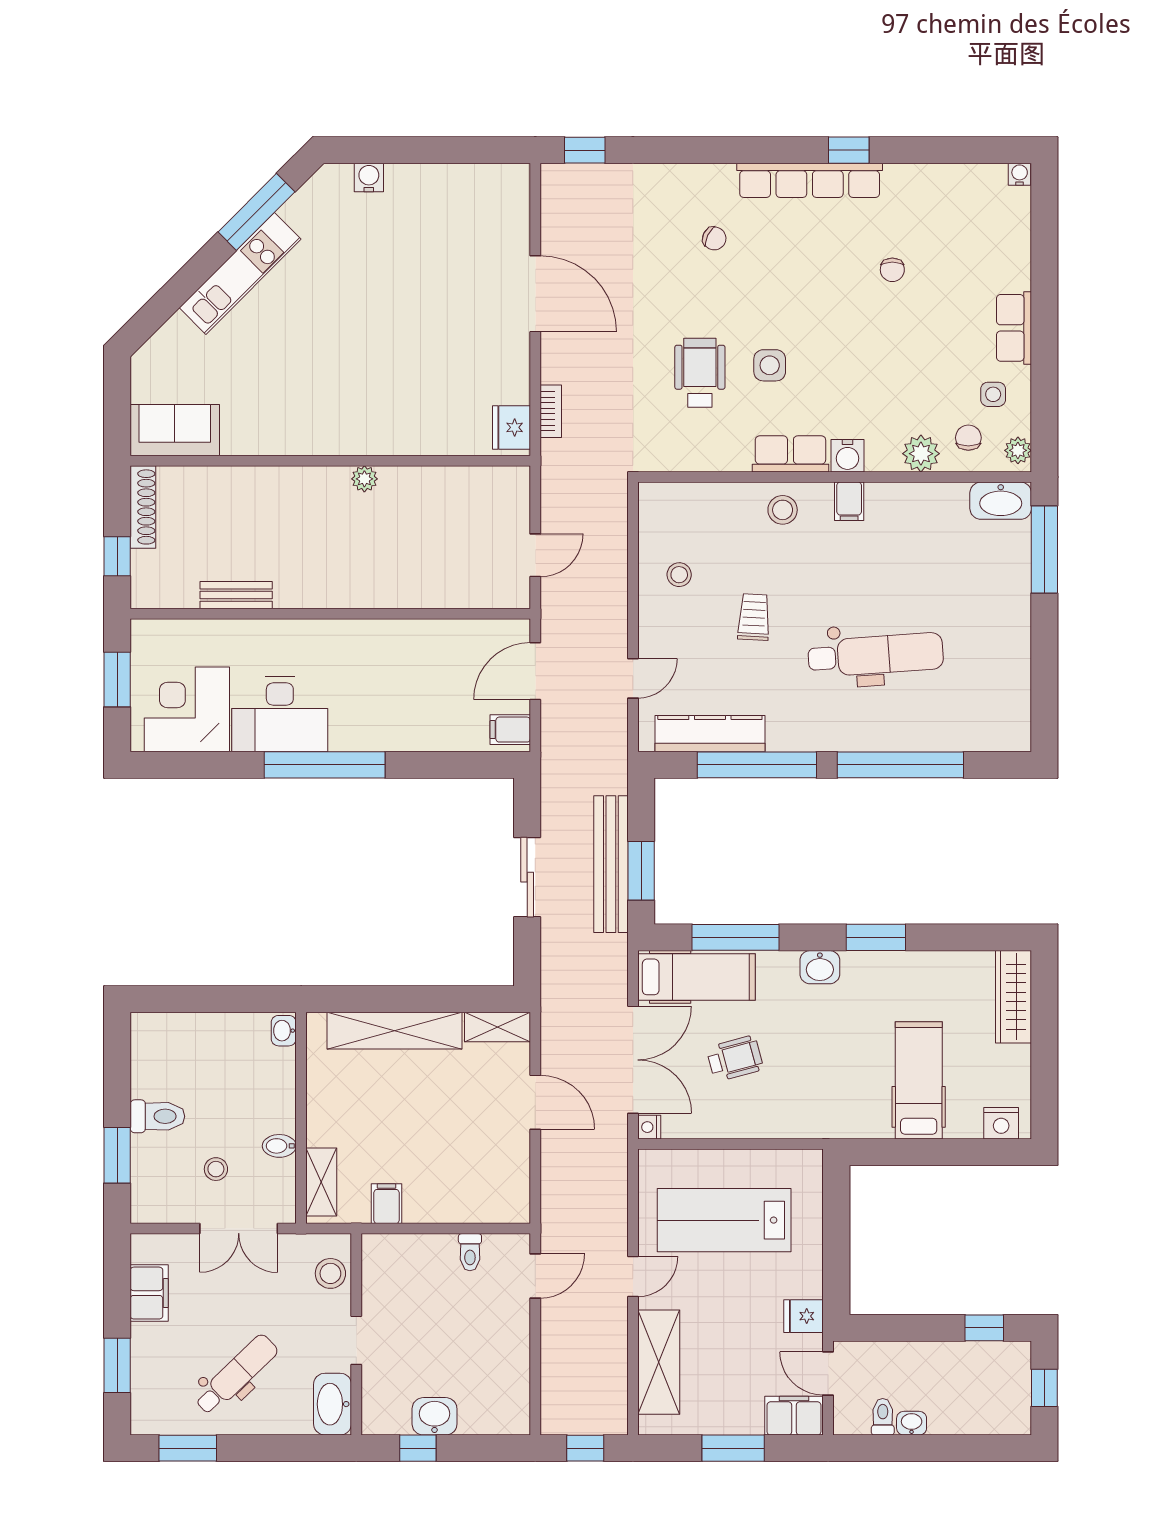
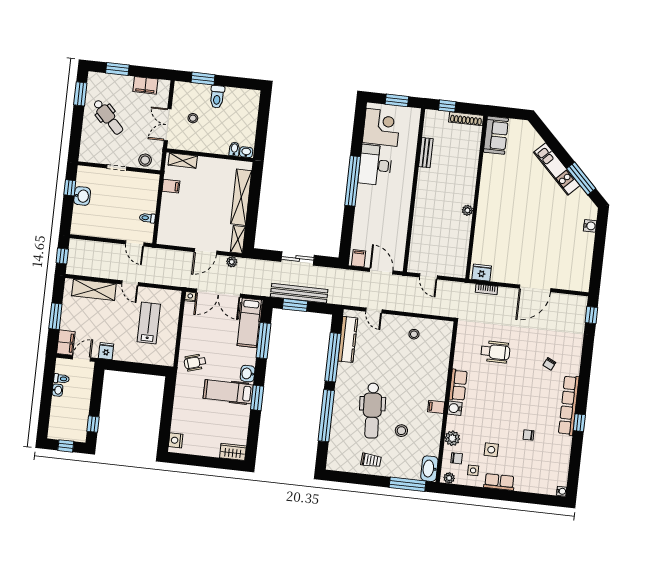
side table: (770, 365) -> (491, 450), moved
stool: (783, 510) -> (401, 431), moved
trolley: (754, 617) -> (371, 460), moved
wardrobe: (1014, 997) -> (233, 452), width x0.67
plant: (553, 1036) -> (232, 262), added
wheelchair: (735, 1058) -> (195, 362), moved, turned 88
hospital bed: (919, 1080) -> (228, 392), moved, turned 180
bidet: (279, 1146) -> (234, 149), moved
lab bench: (724, 1220) -> (149, 323), width x0.73, depth x0.72
washbasin: (333, 1404) -> (92, 155), removed

